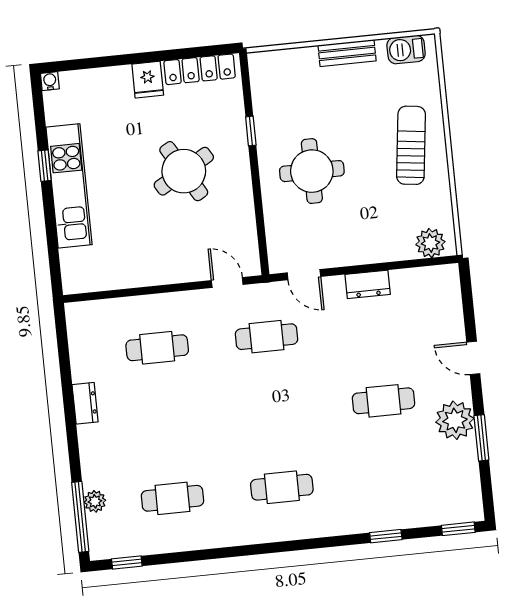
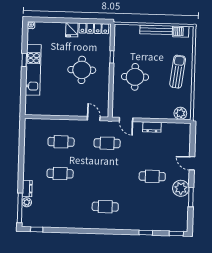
bench: (347, 53) -> (156, 30), width x1.36
round table: (184, 171) -> (82, 70), turned 30
dresser: (85, 403) -> (27, 189), moved
cafe table: (172, 498) -> (60, 174), moved

